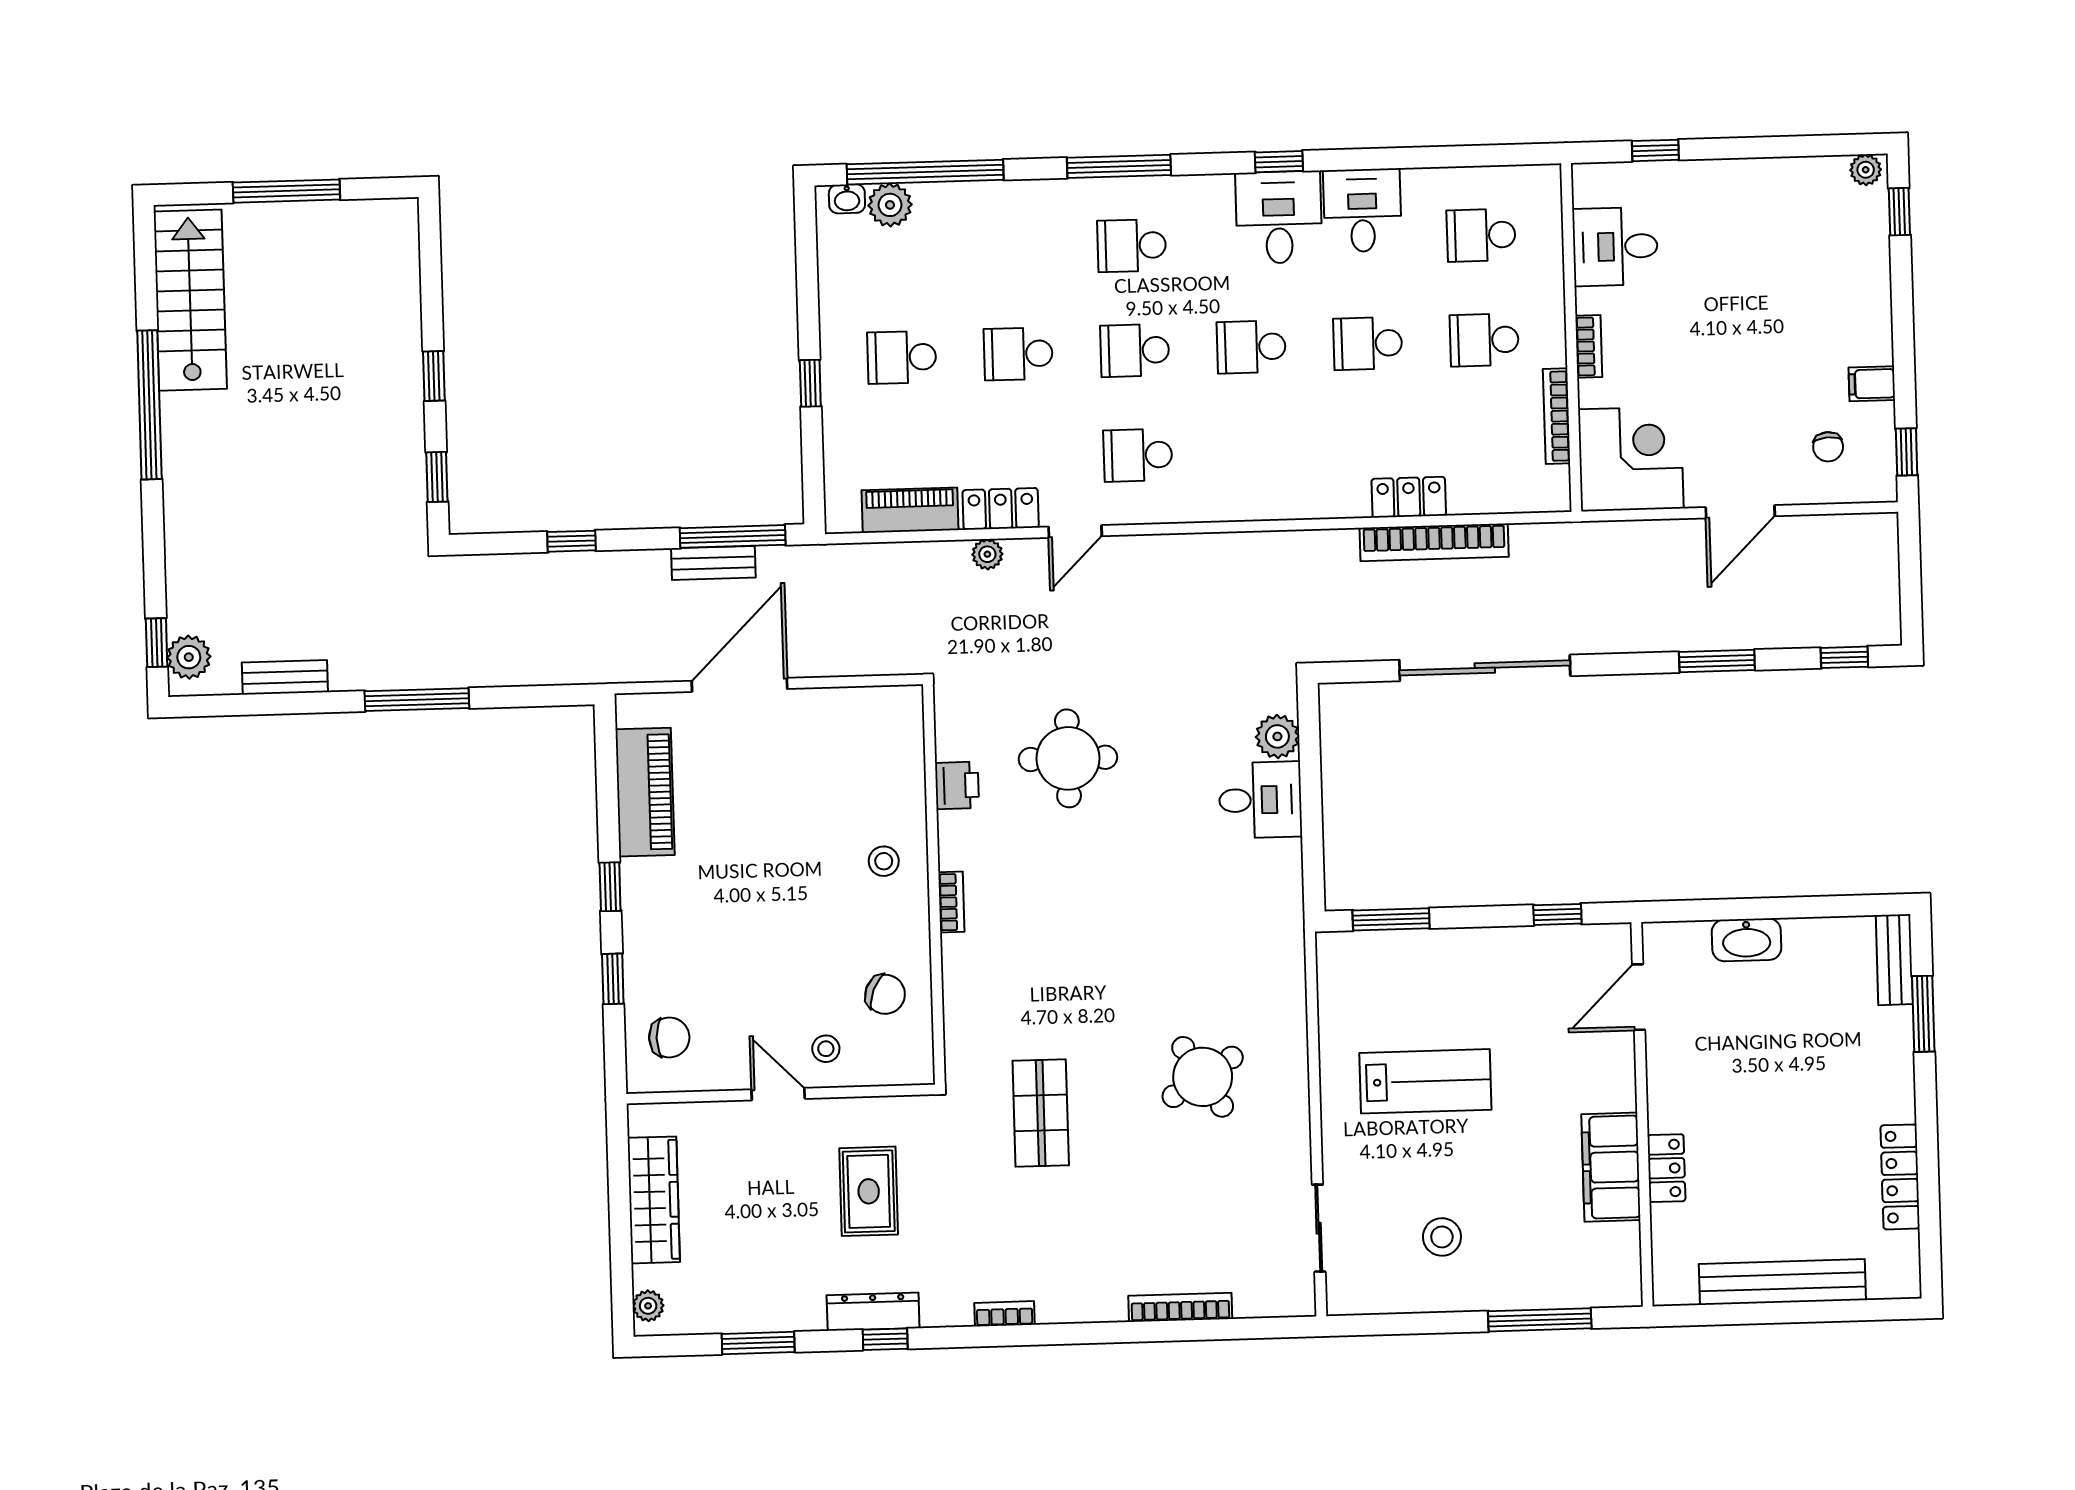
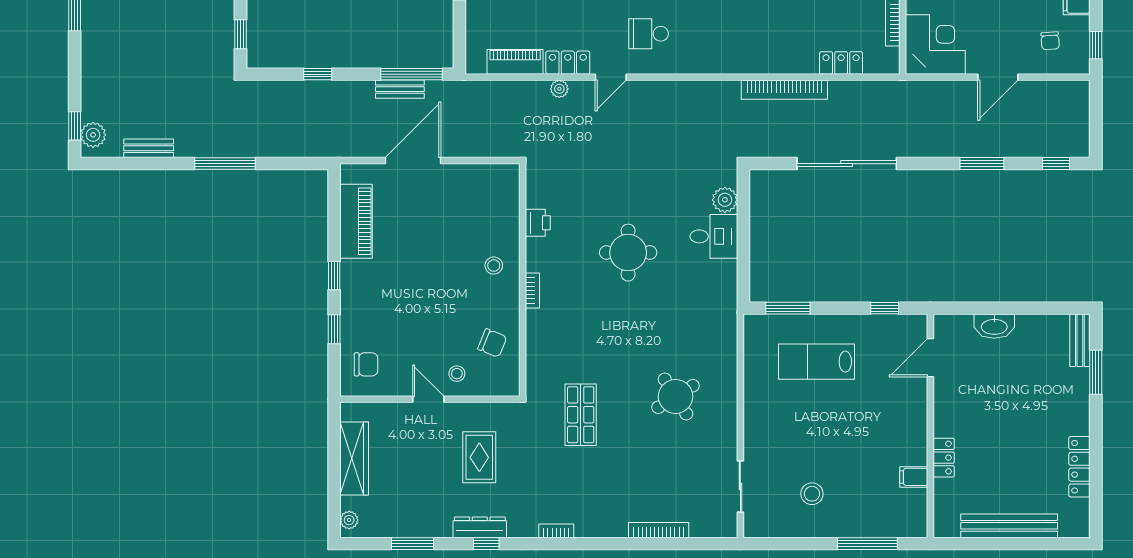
locker: (1409, 497) -> (841, 63), moved
bookcase: (1434, 542) -> (784, 90), moved
round table: (1068, 758) -> (628, 253), moved
lab bench: (1425, 1081) -> (817, 362), moved, turned 180
filing cabinet: (1611, 1167) -> (914, 477), width x0.33, depth x0.86

